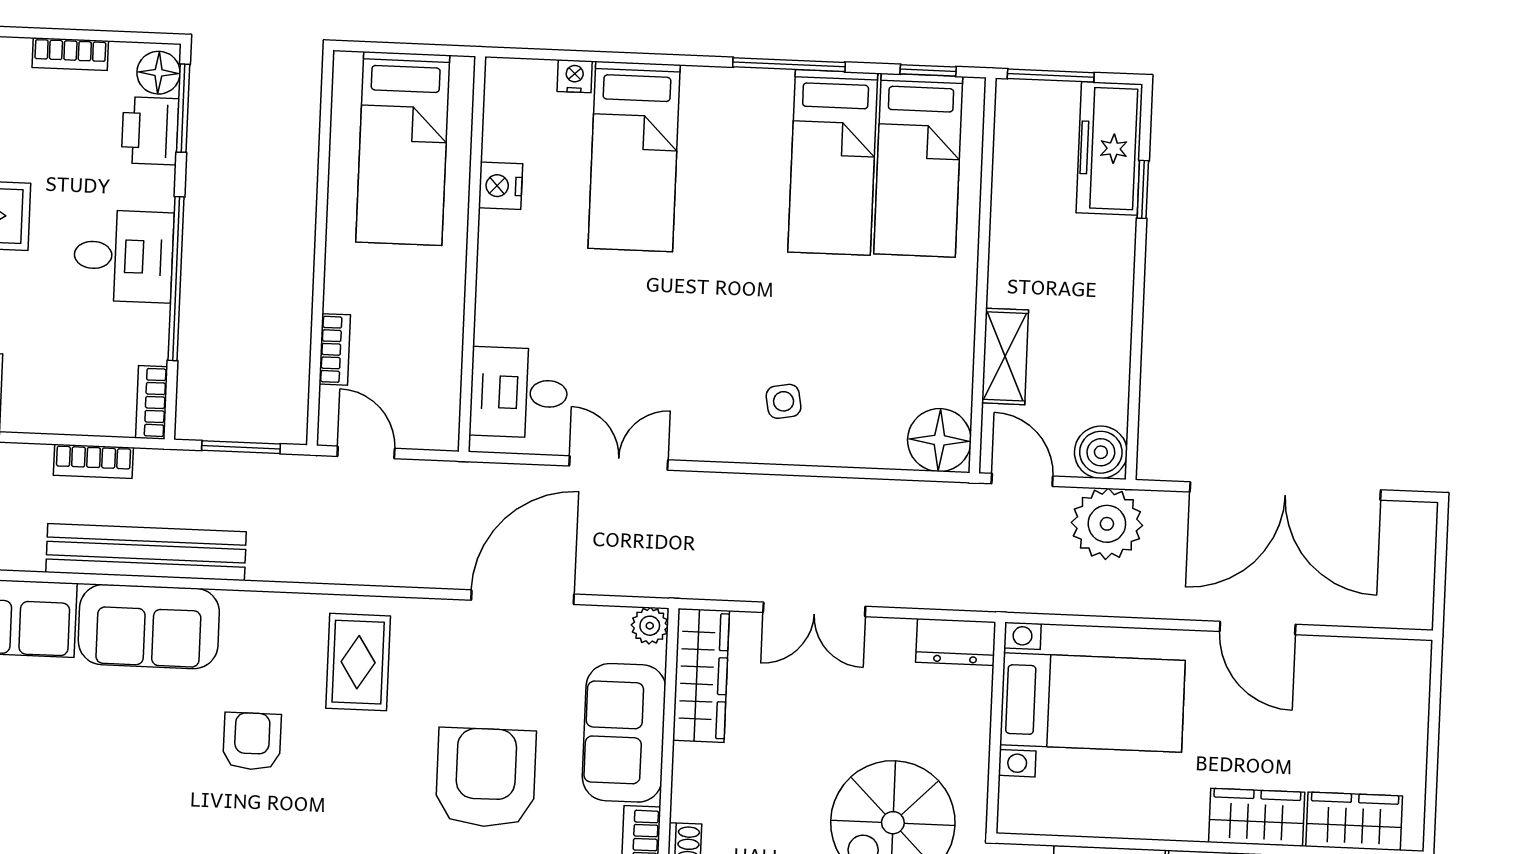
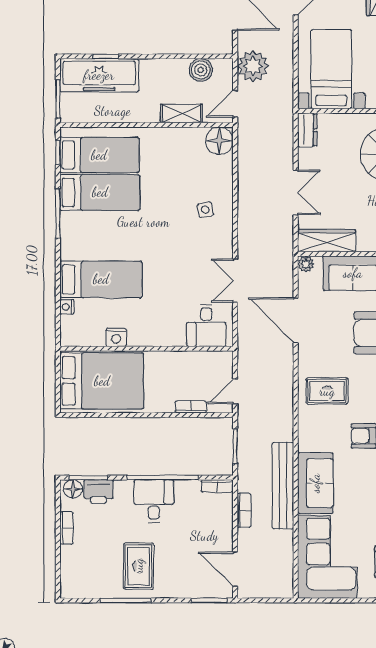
freezer: (1109, 148) -> (99, 75), width x1.36, depth x1.26
bed: (403, 149) -> (102, 381), width x1.50
boiler: (1101, 452) -> (201, 70), moved

